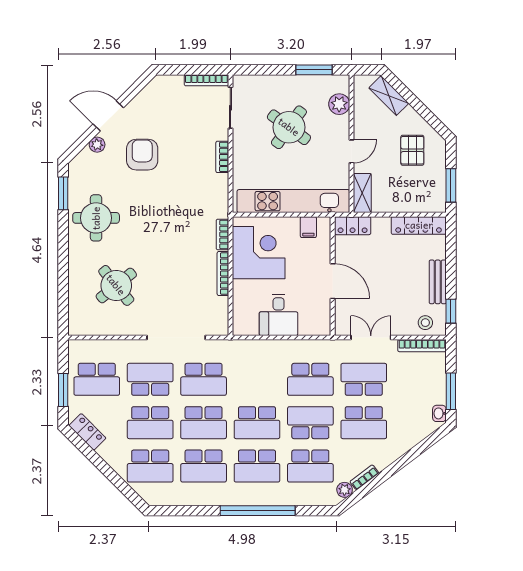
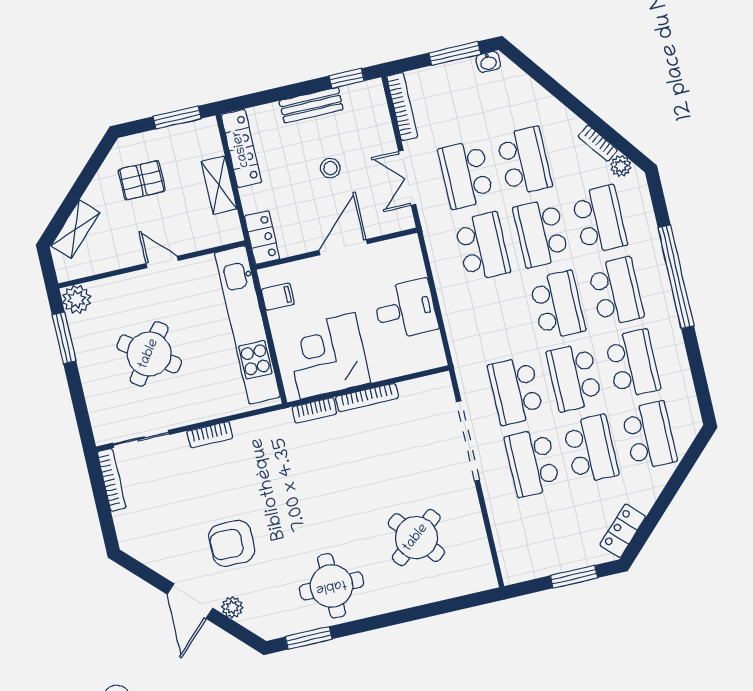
plant: (339, 104) -> (77, 299), moved
shelving: (362, 193) -> (219, 185), moved, turned 90
stool: (425, 323) -> (330, 168), moved
school desk: (97, 379) -> (549, 535), removed
school desk: (204, 379) -> (516, 391), turned 180
school desk: (204, 423) -> (574, 377), turned 180

